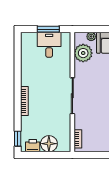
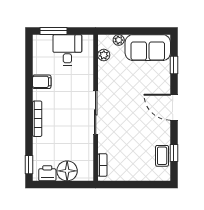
window: (48, 29) -> (53, 31), moved
plant: (83, 53) -> (104, 55), width x0.53, depth x0.53
filing cabinet: (28, 71) -> (42, 82), added

